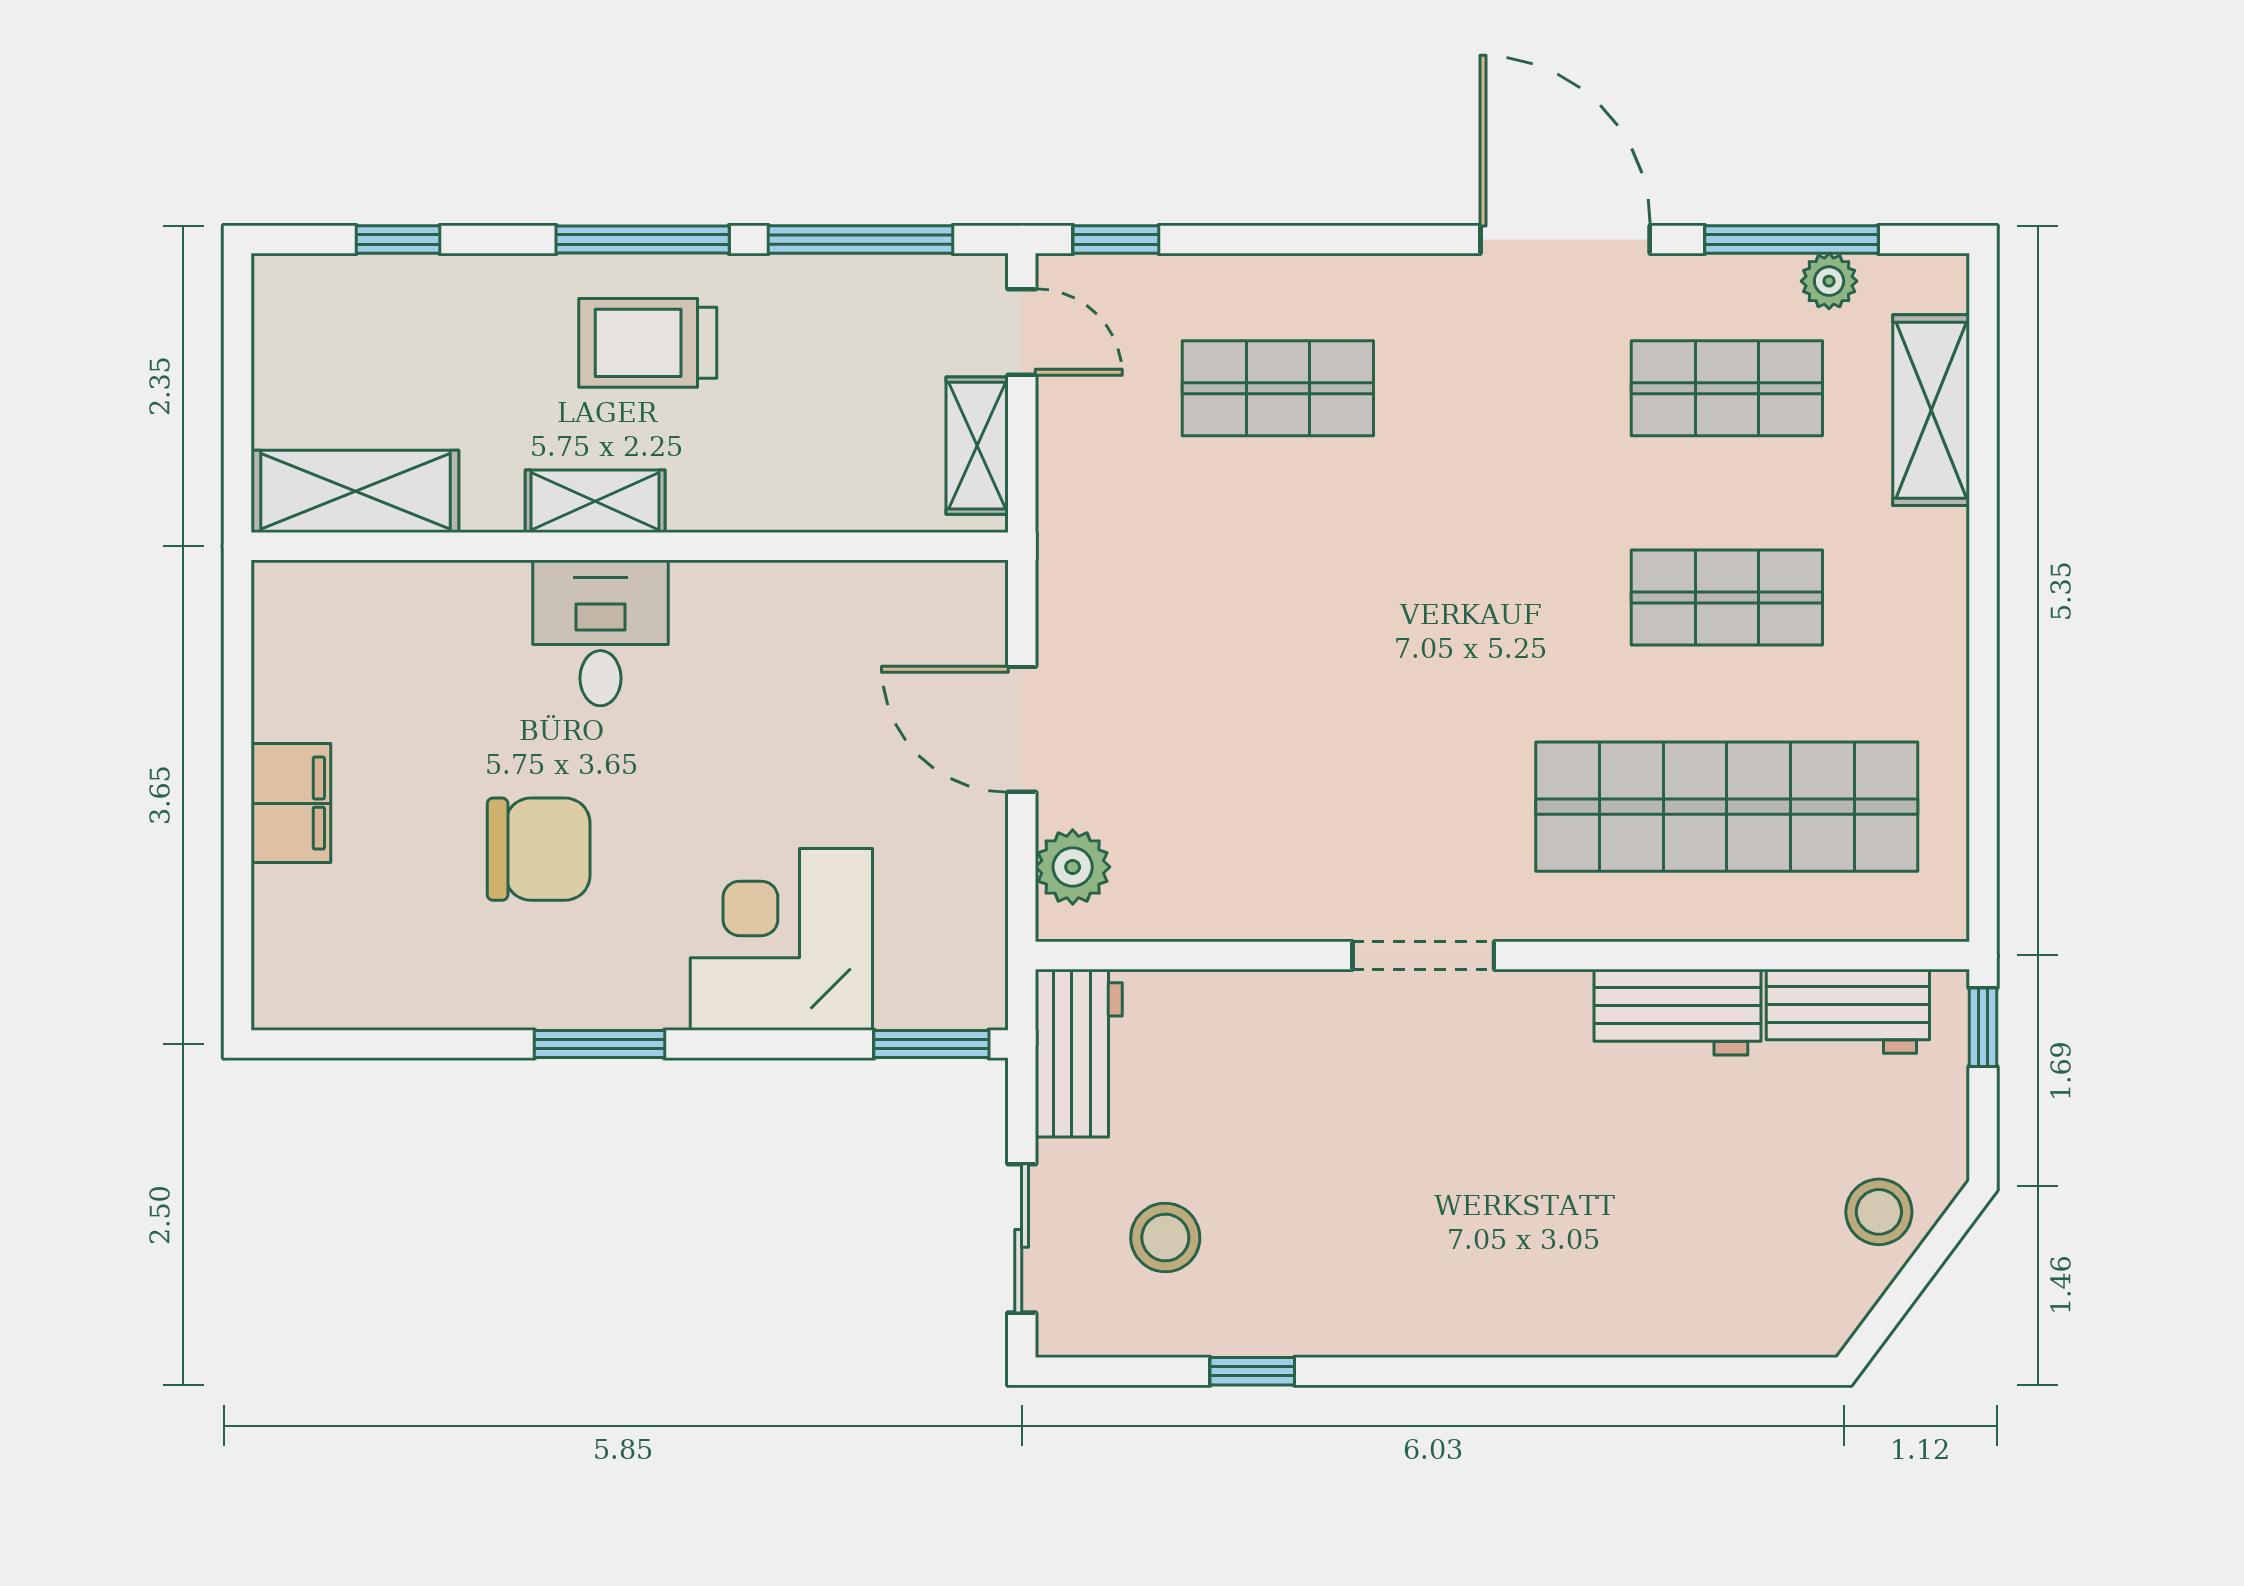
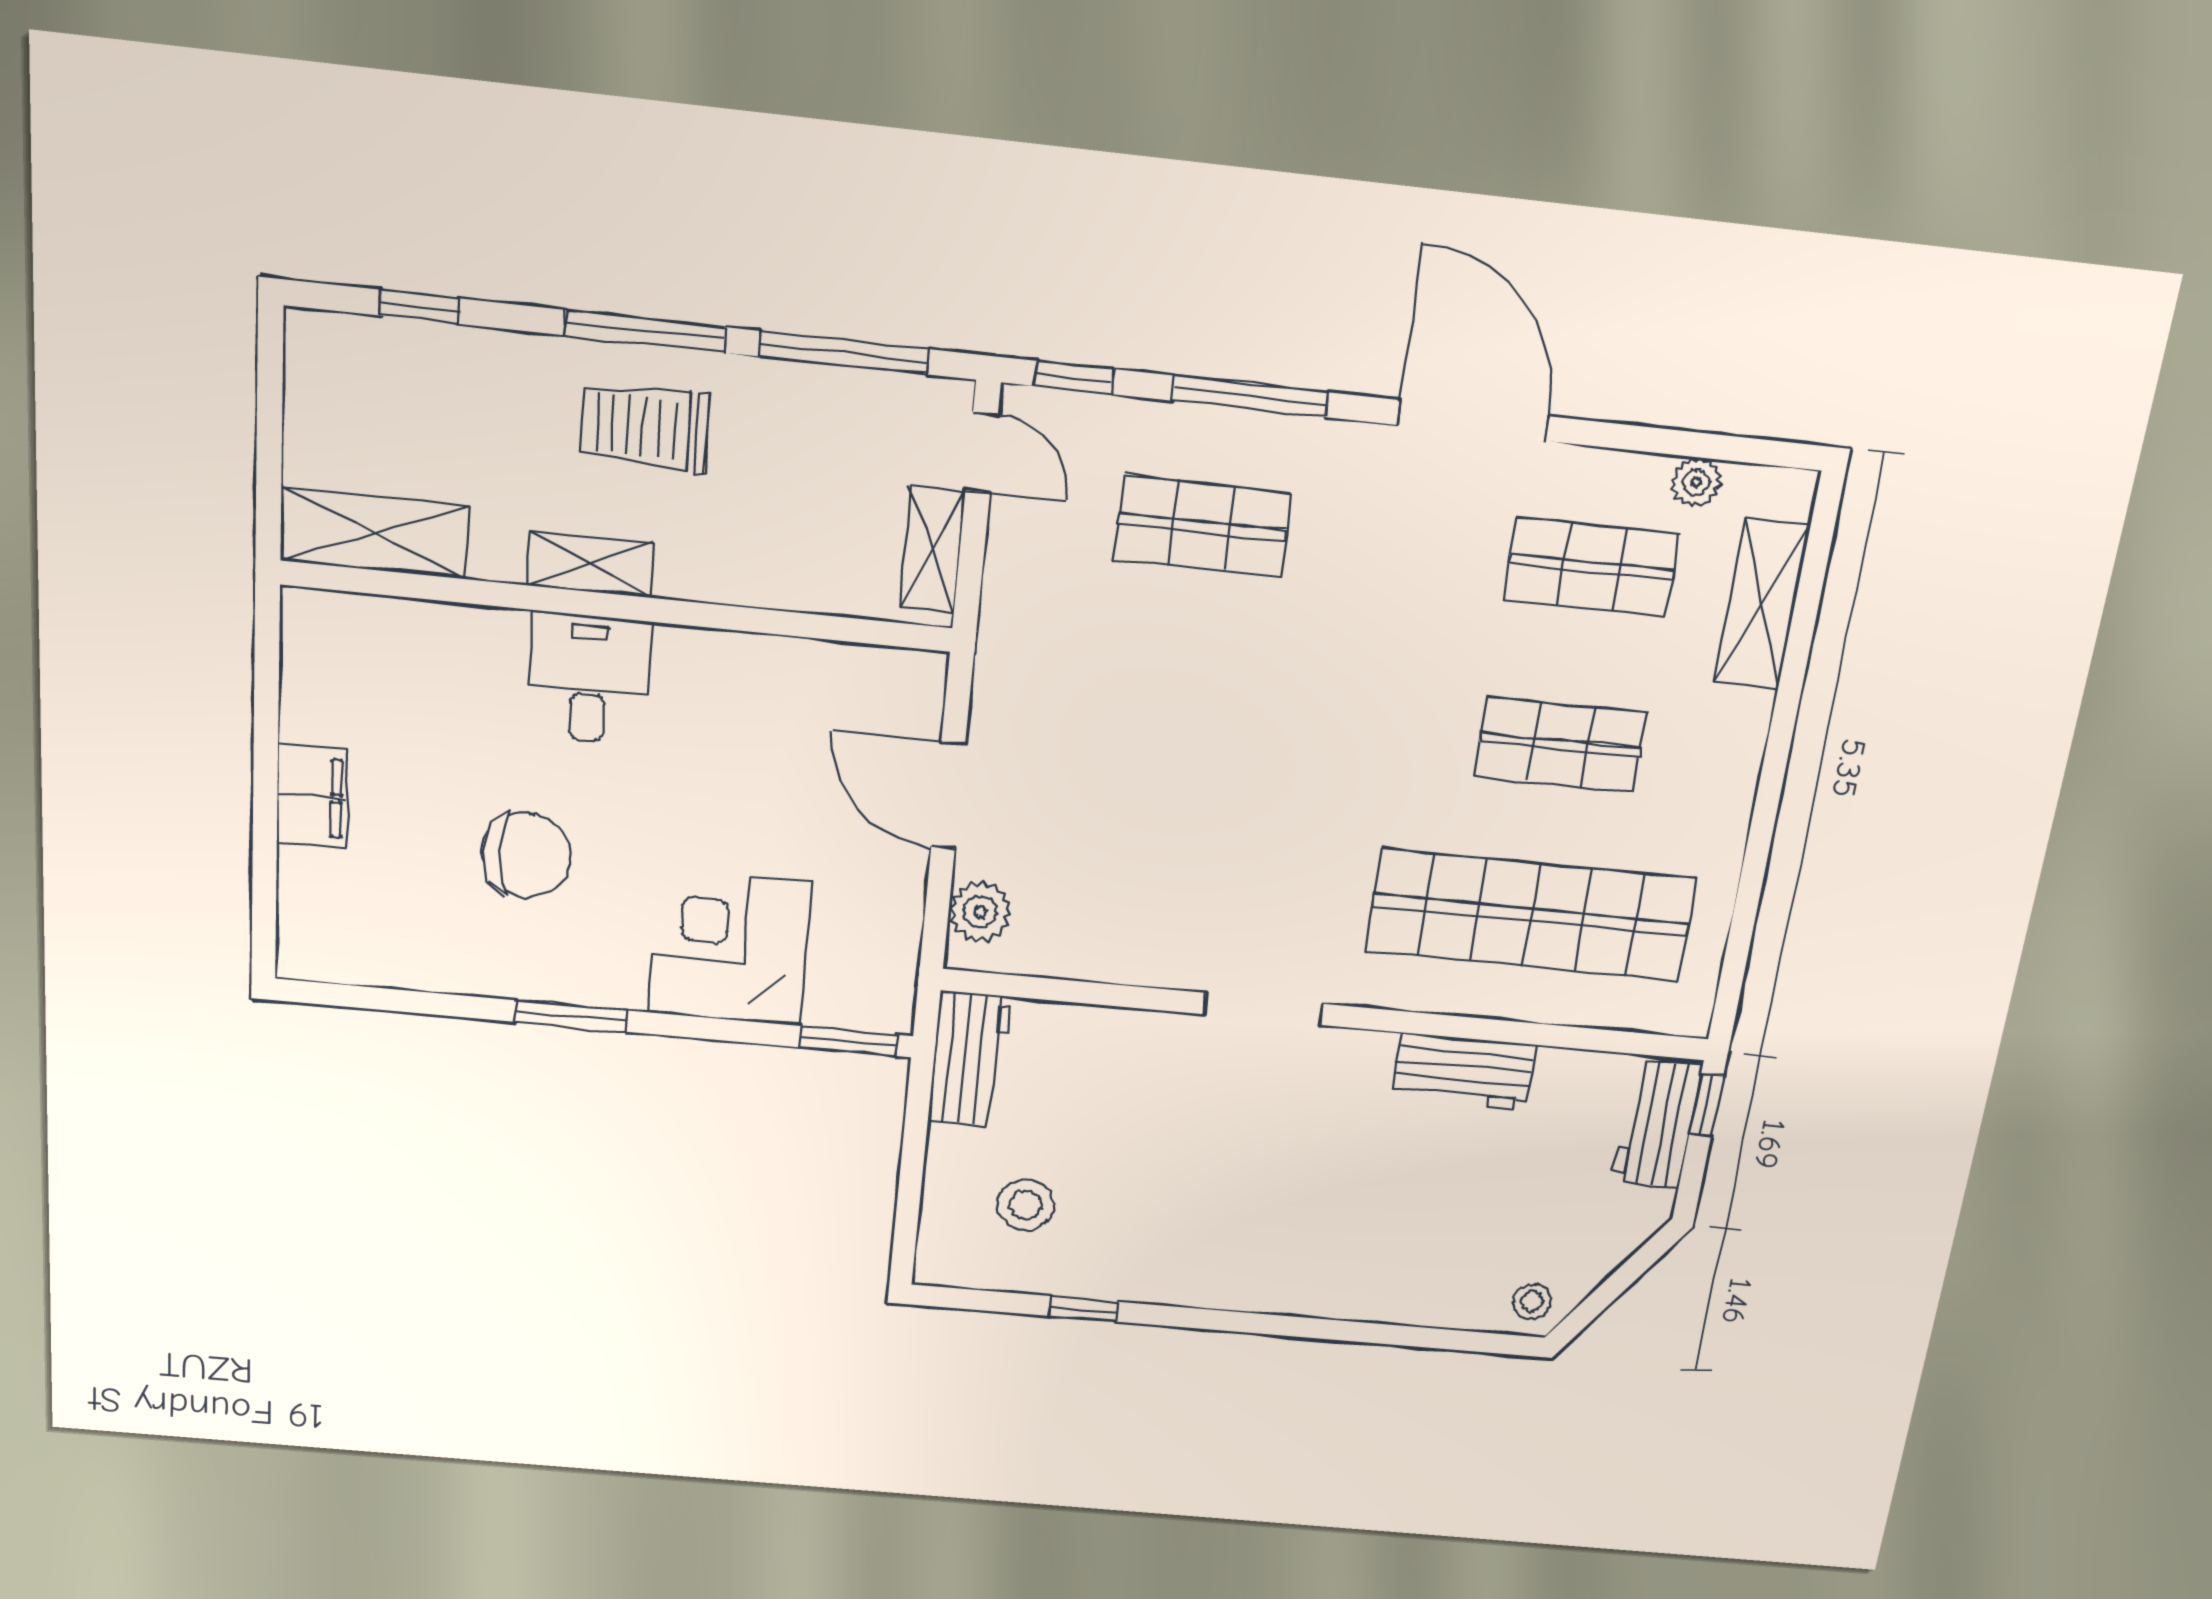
window: (1792, 240) -> (1250, 397), moved
workbench: (1848, 1011) -> (1657, 1124), moved, turned 90
stool: (1879, 1212) -> (1532, 1302), moved, width x0.73, depth x0.73
sliding door: (1022, 1238) -> (909, 1196), removed

